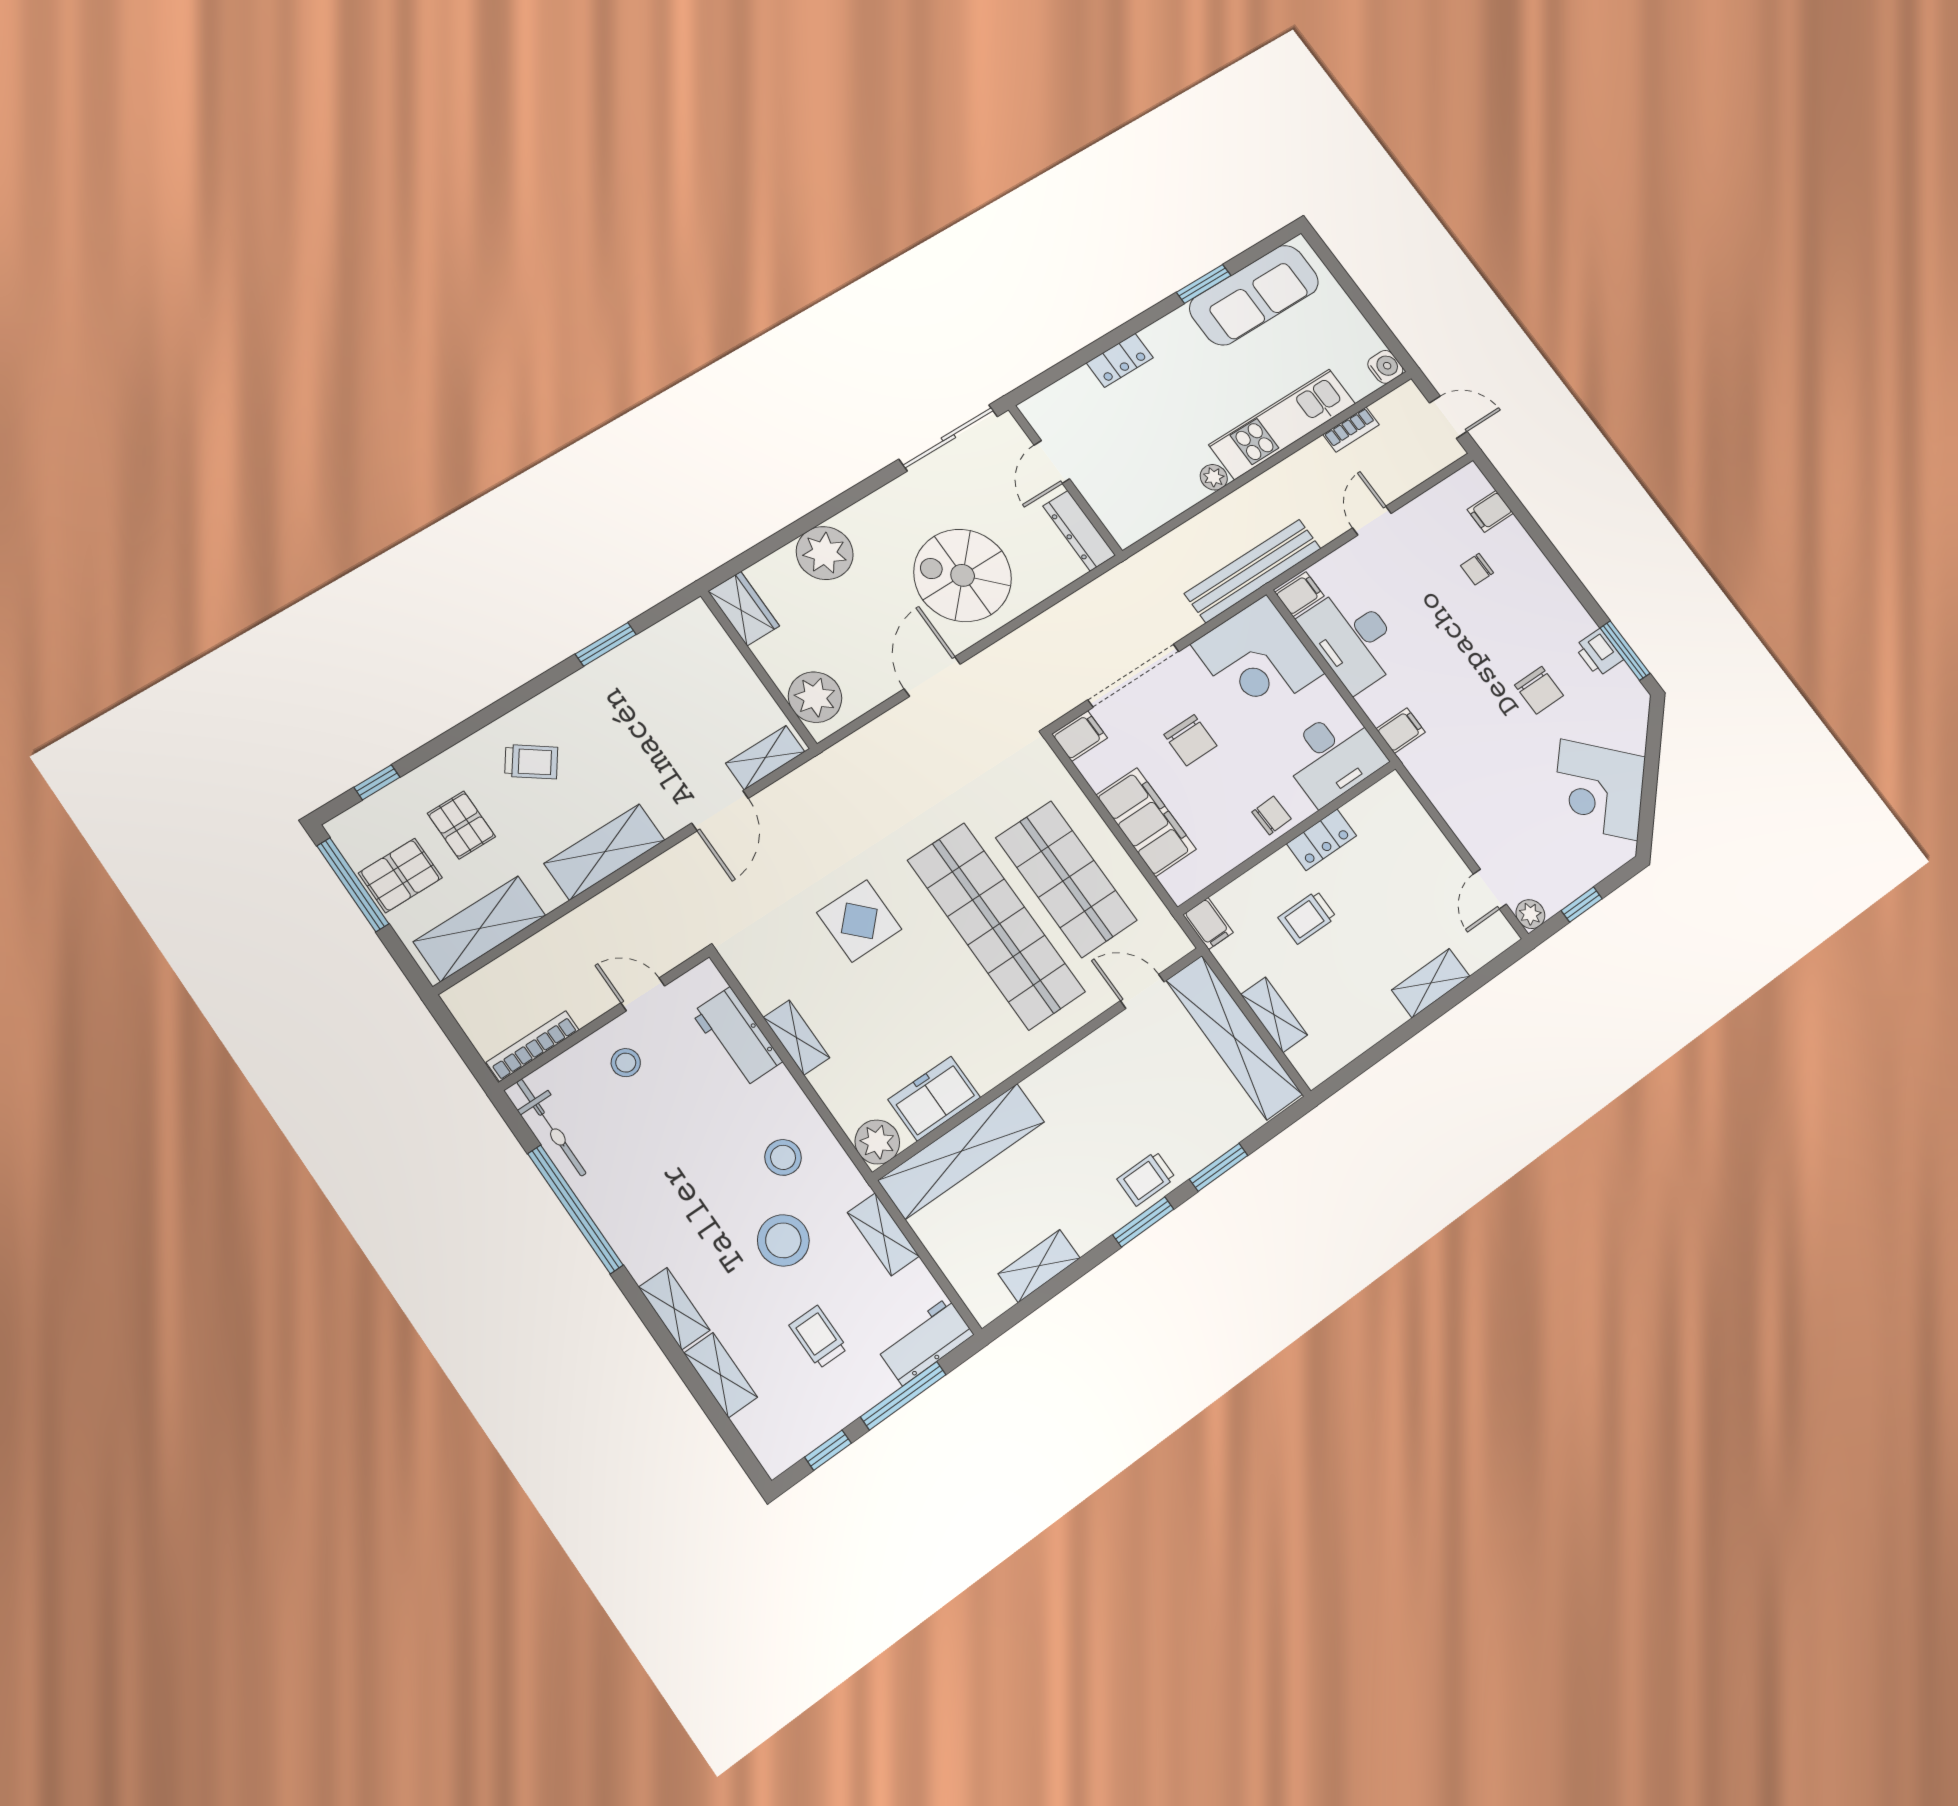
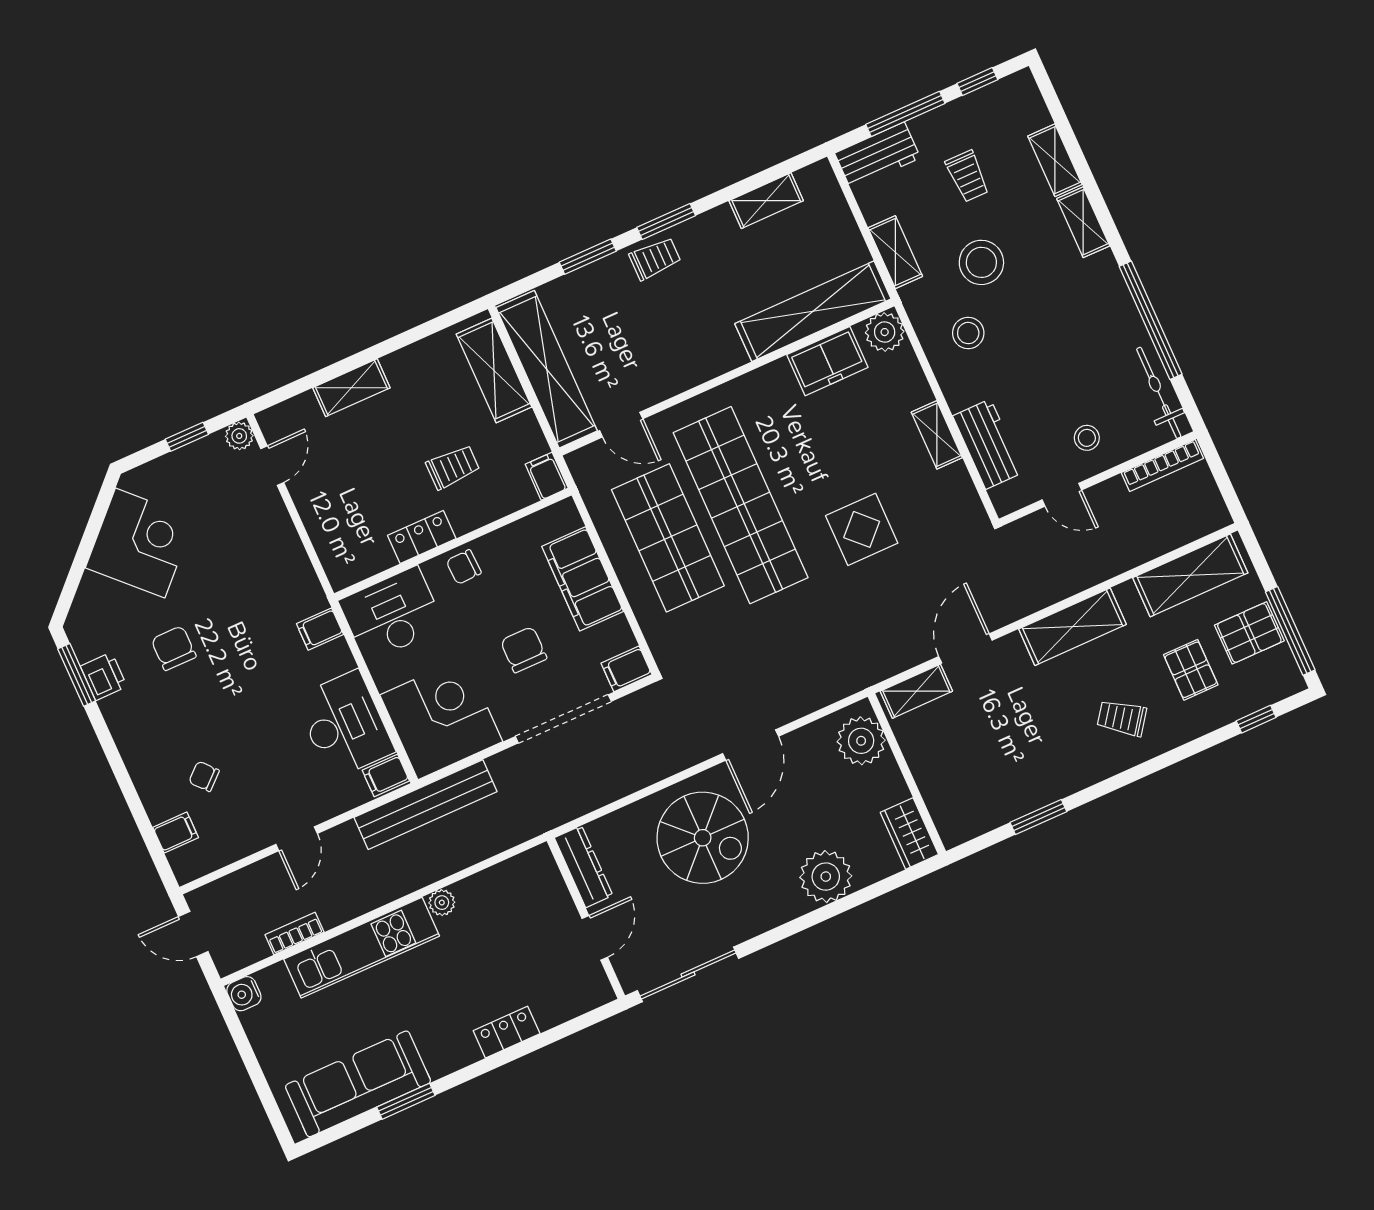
chair: (1477, 569) -> (204, 776), turned -132
shelving: (1274, 1015) -> (494, 370), width x1.50, depth x1.33

